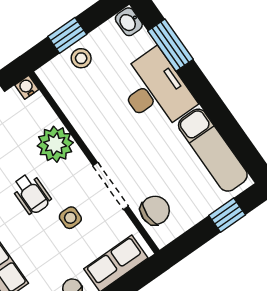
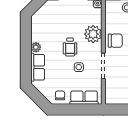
chair: (155, 210) -> (115, 41), moved

